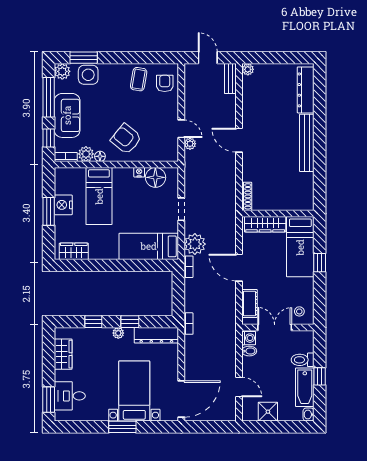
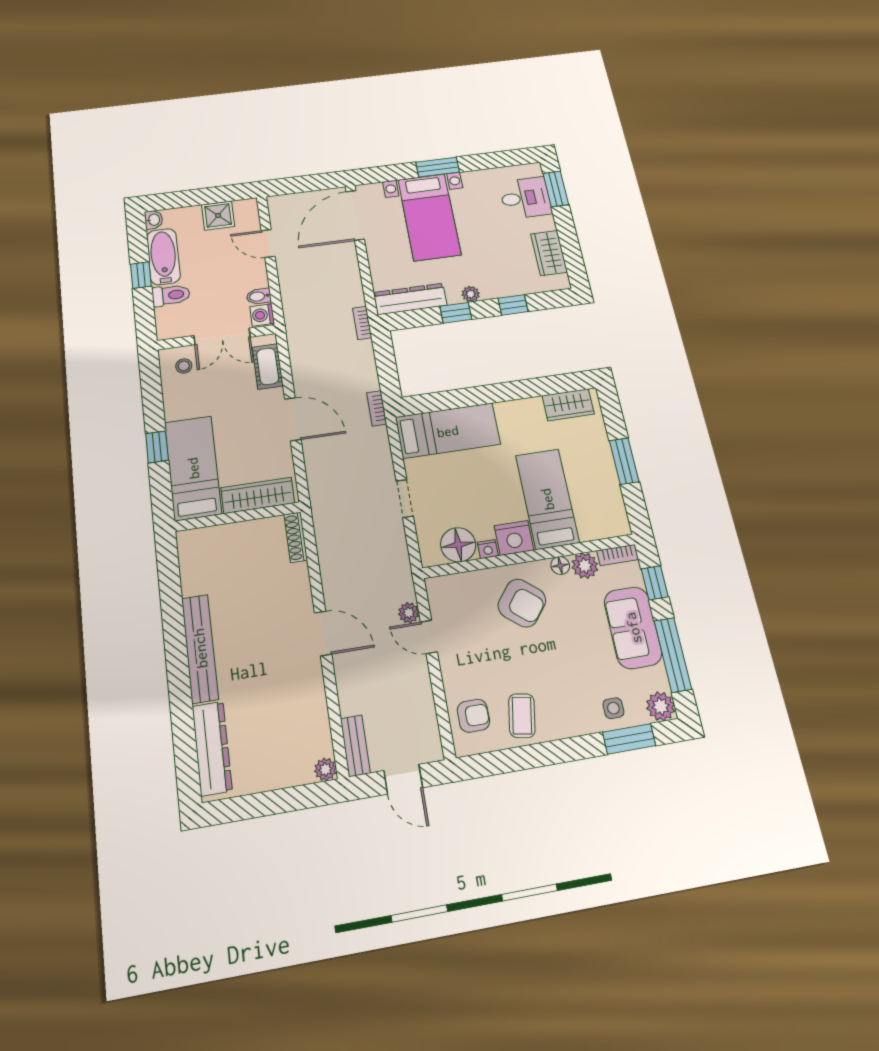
side table: (88, 75) -> (613, 708), width x0.54, depth x0.54
armchair: (165, 83) -> (473, 716), turned -90
nightstand: (63, 205) -> (514, 538), moved, turned 90
plant: (195, 244) -> (372, 446), removed

